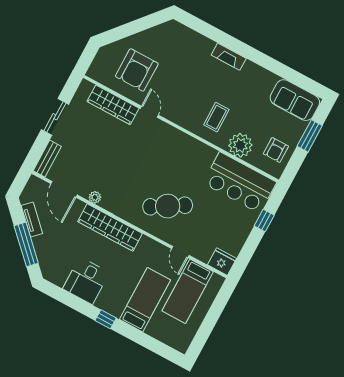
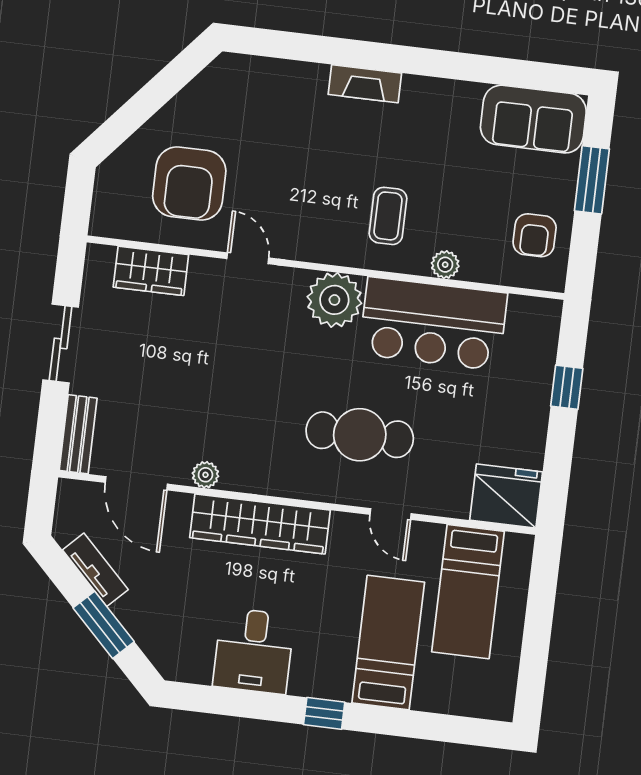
wardrobe: (113, 105) -> (151, 271), width x0.67
plant: (179, 144) -> (334, 300), added
plant: (240, 145) -> (445, 265), width x0.53, depth x0.53
bar counter: (240, 183) -> (433, 324), moved
cafe table: (168, 206) -> (360, 435), turned 31
window: (26, 244) -> (104, 625), width x0.69
door: (180, 252) -> (391, 514), moved
fridge: (222, 262) -> (506, 496), width x1.36, depth x1.34

